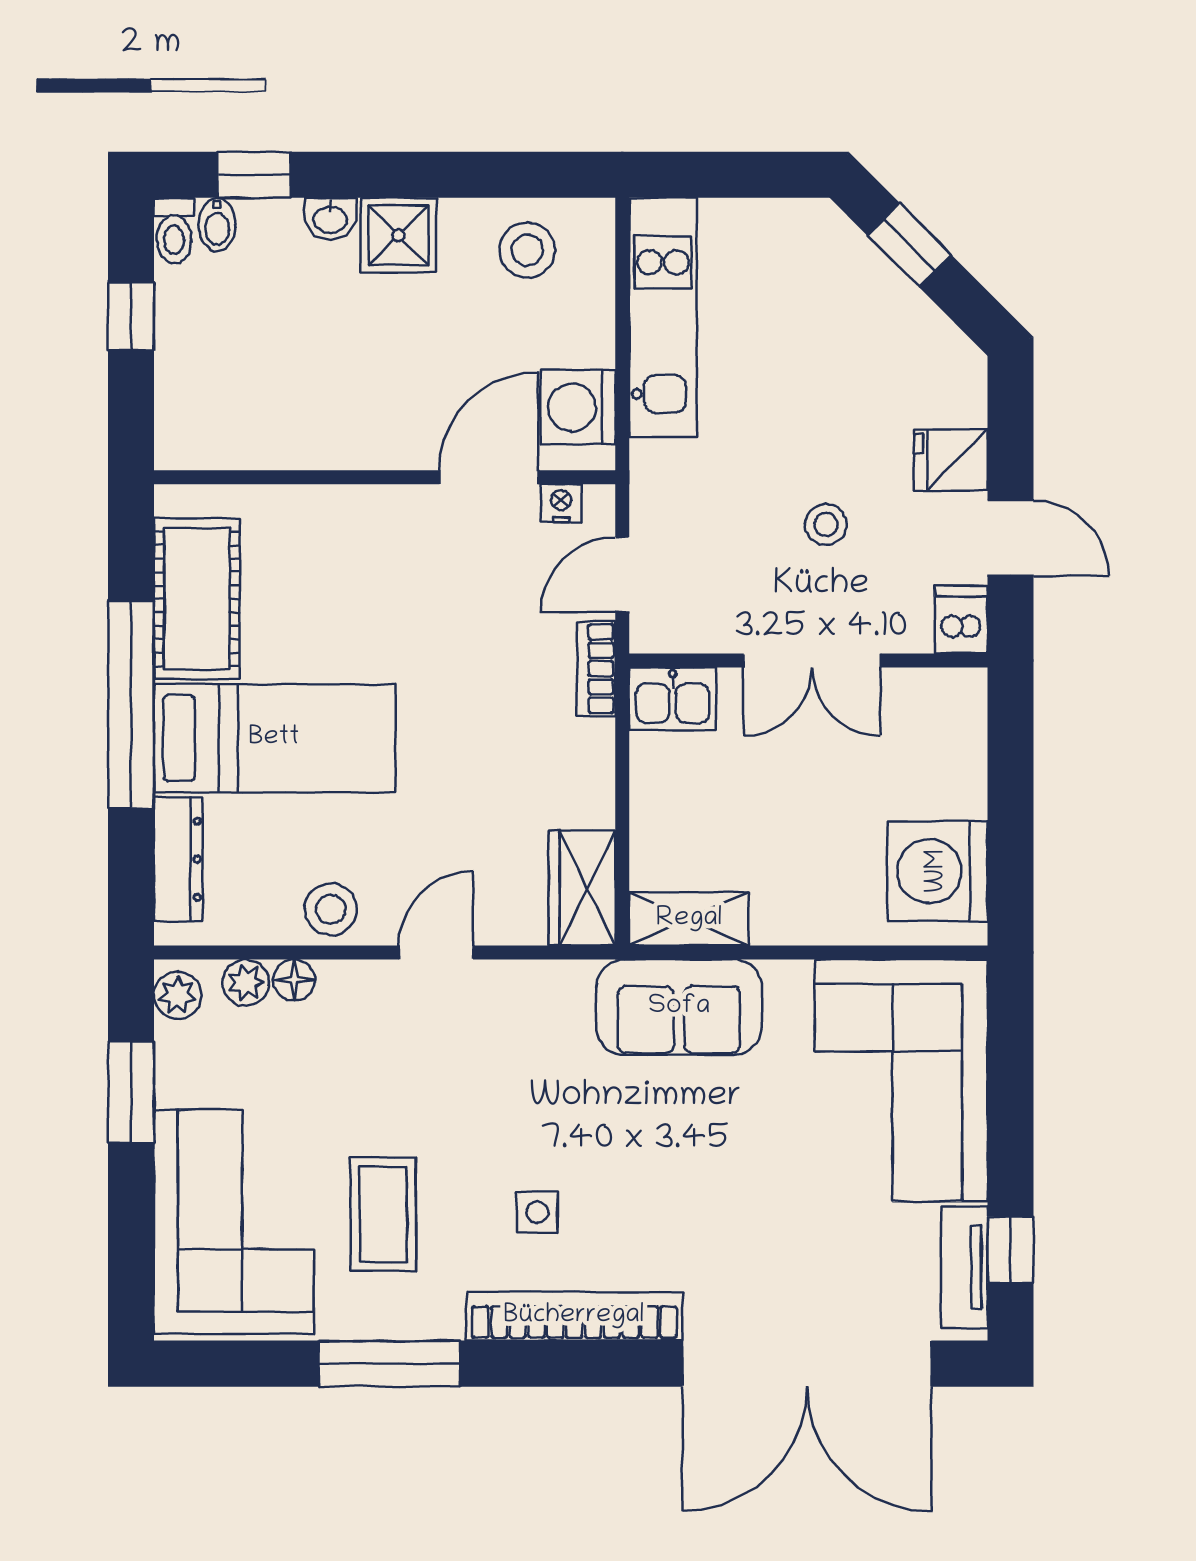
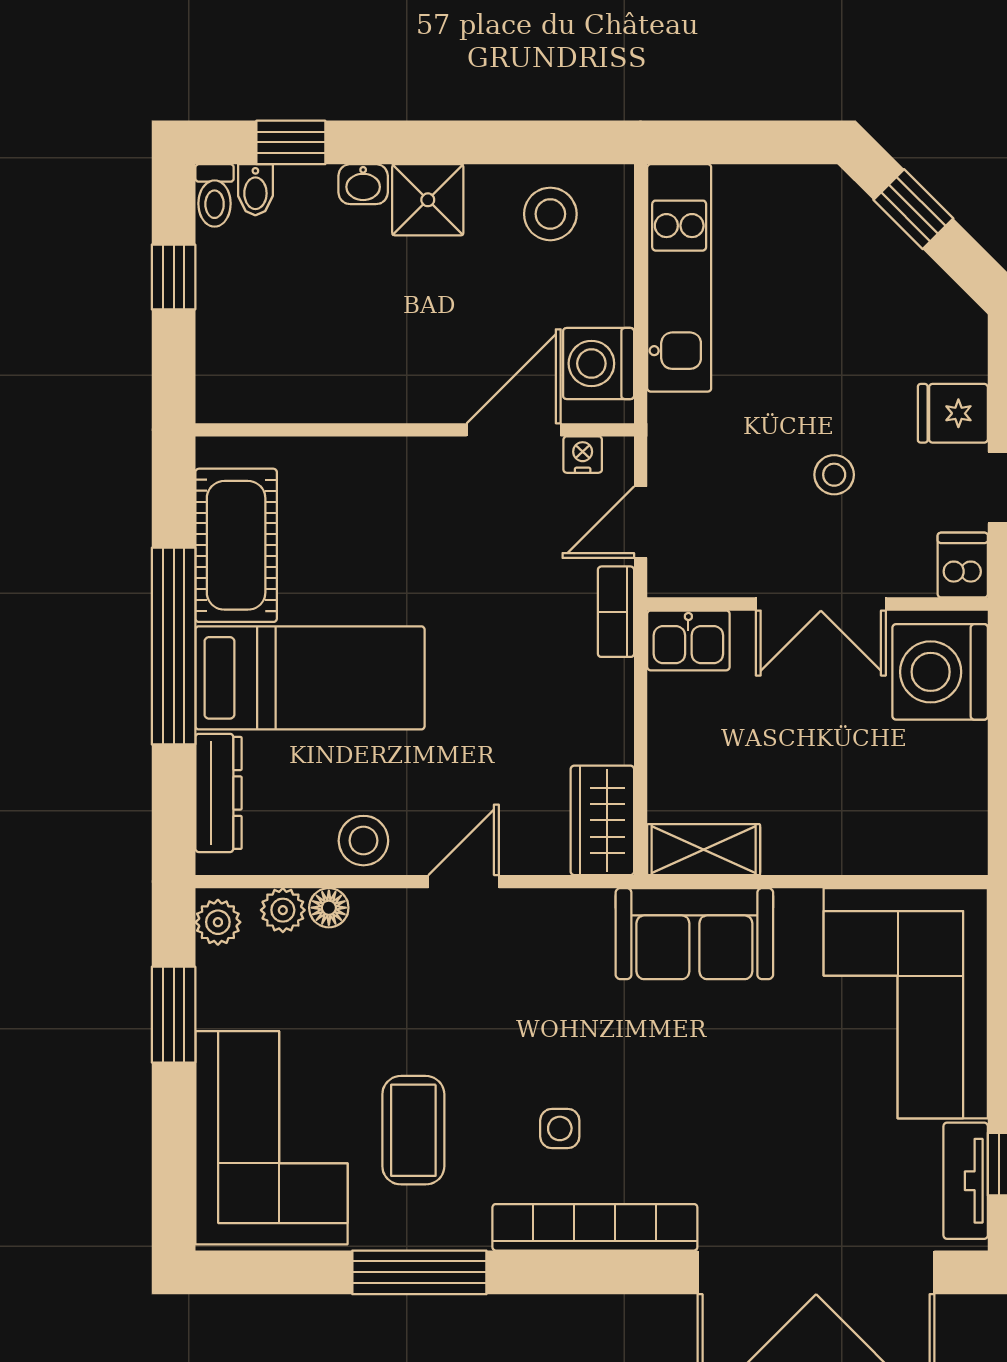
washing machine: (937, 871) -> (940, 672), moved

